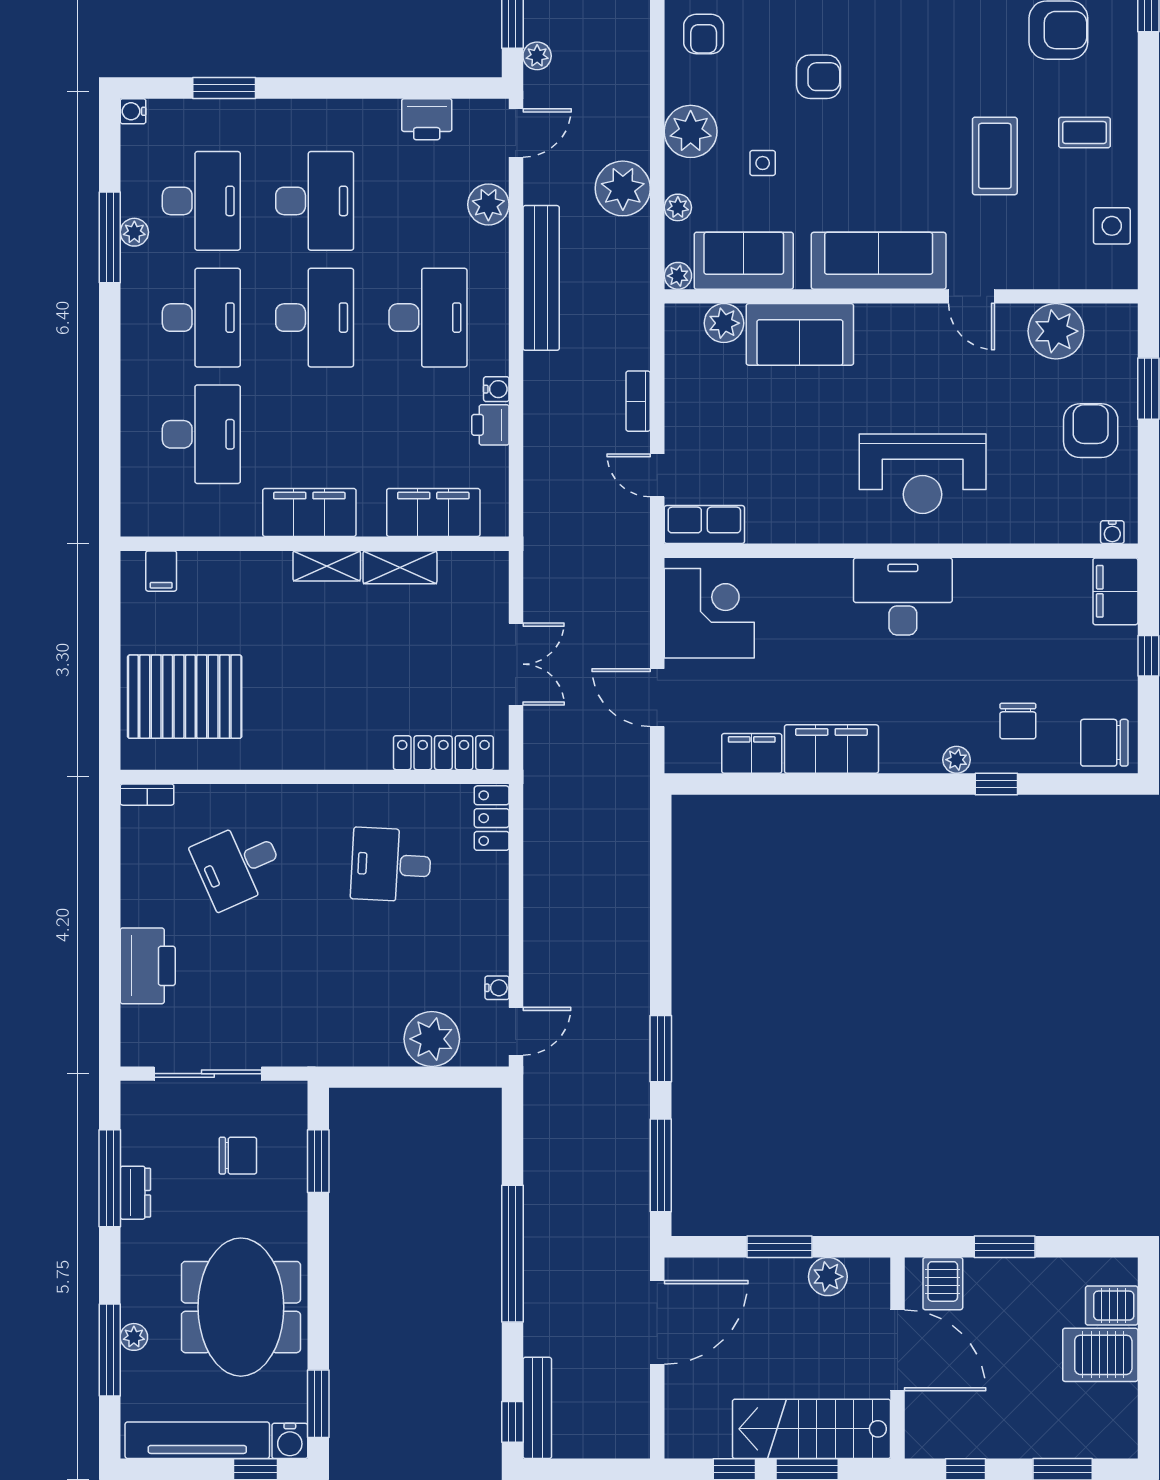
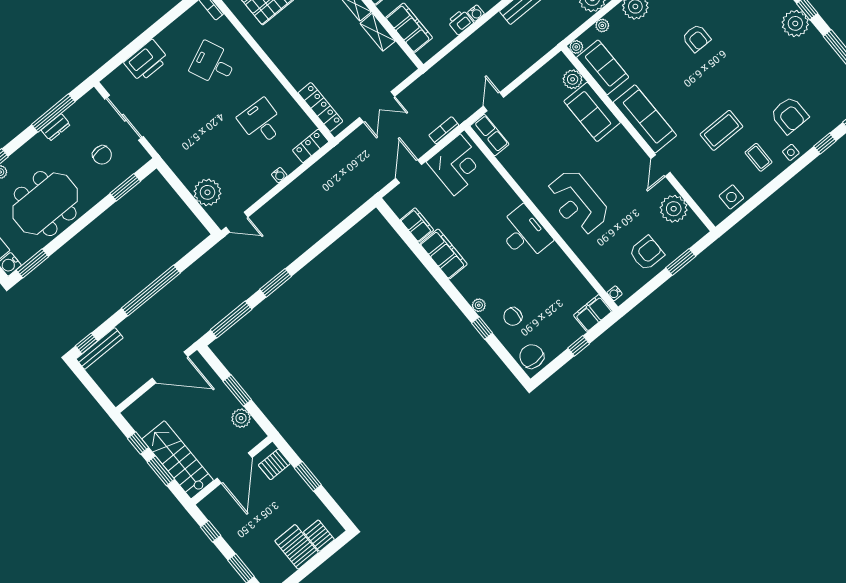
side table: (763, 163) -> (791, 152), moved
bookcase: (638, 401) -> (444, 130), moved
water cooler: (497, 988) -> (279, 175), moved

